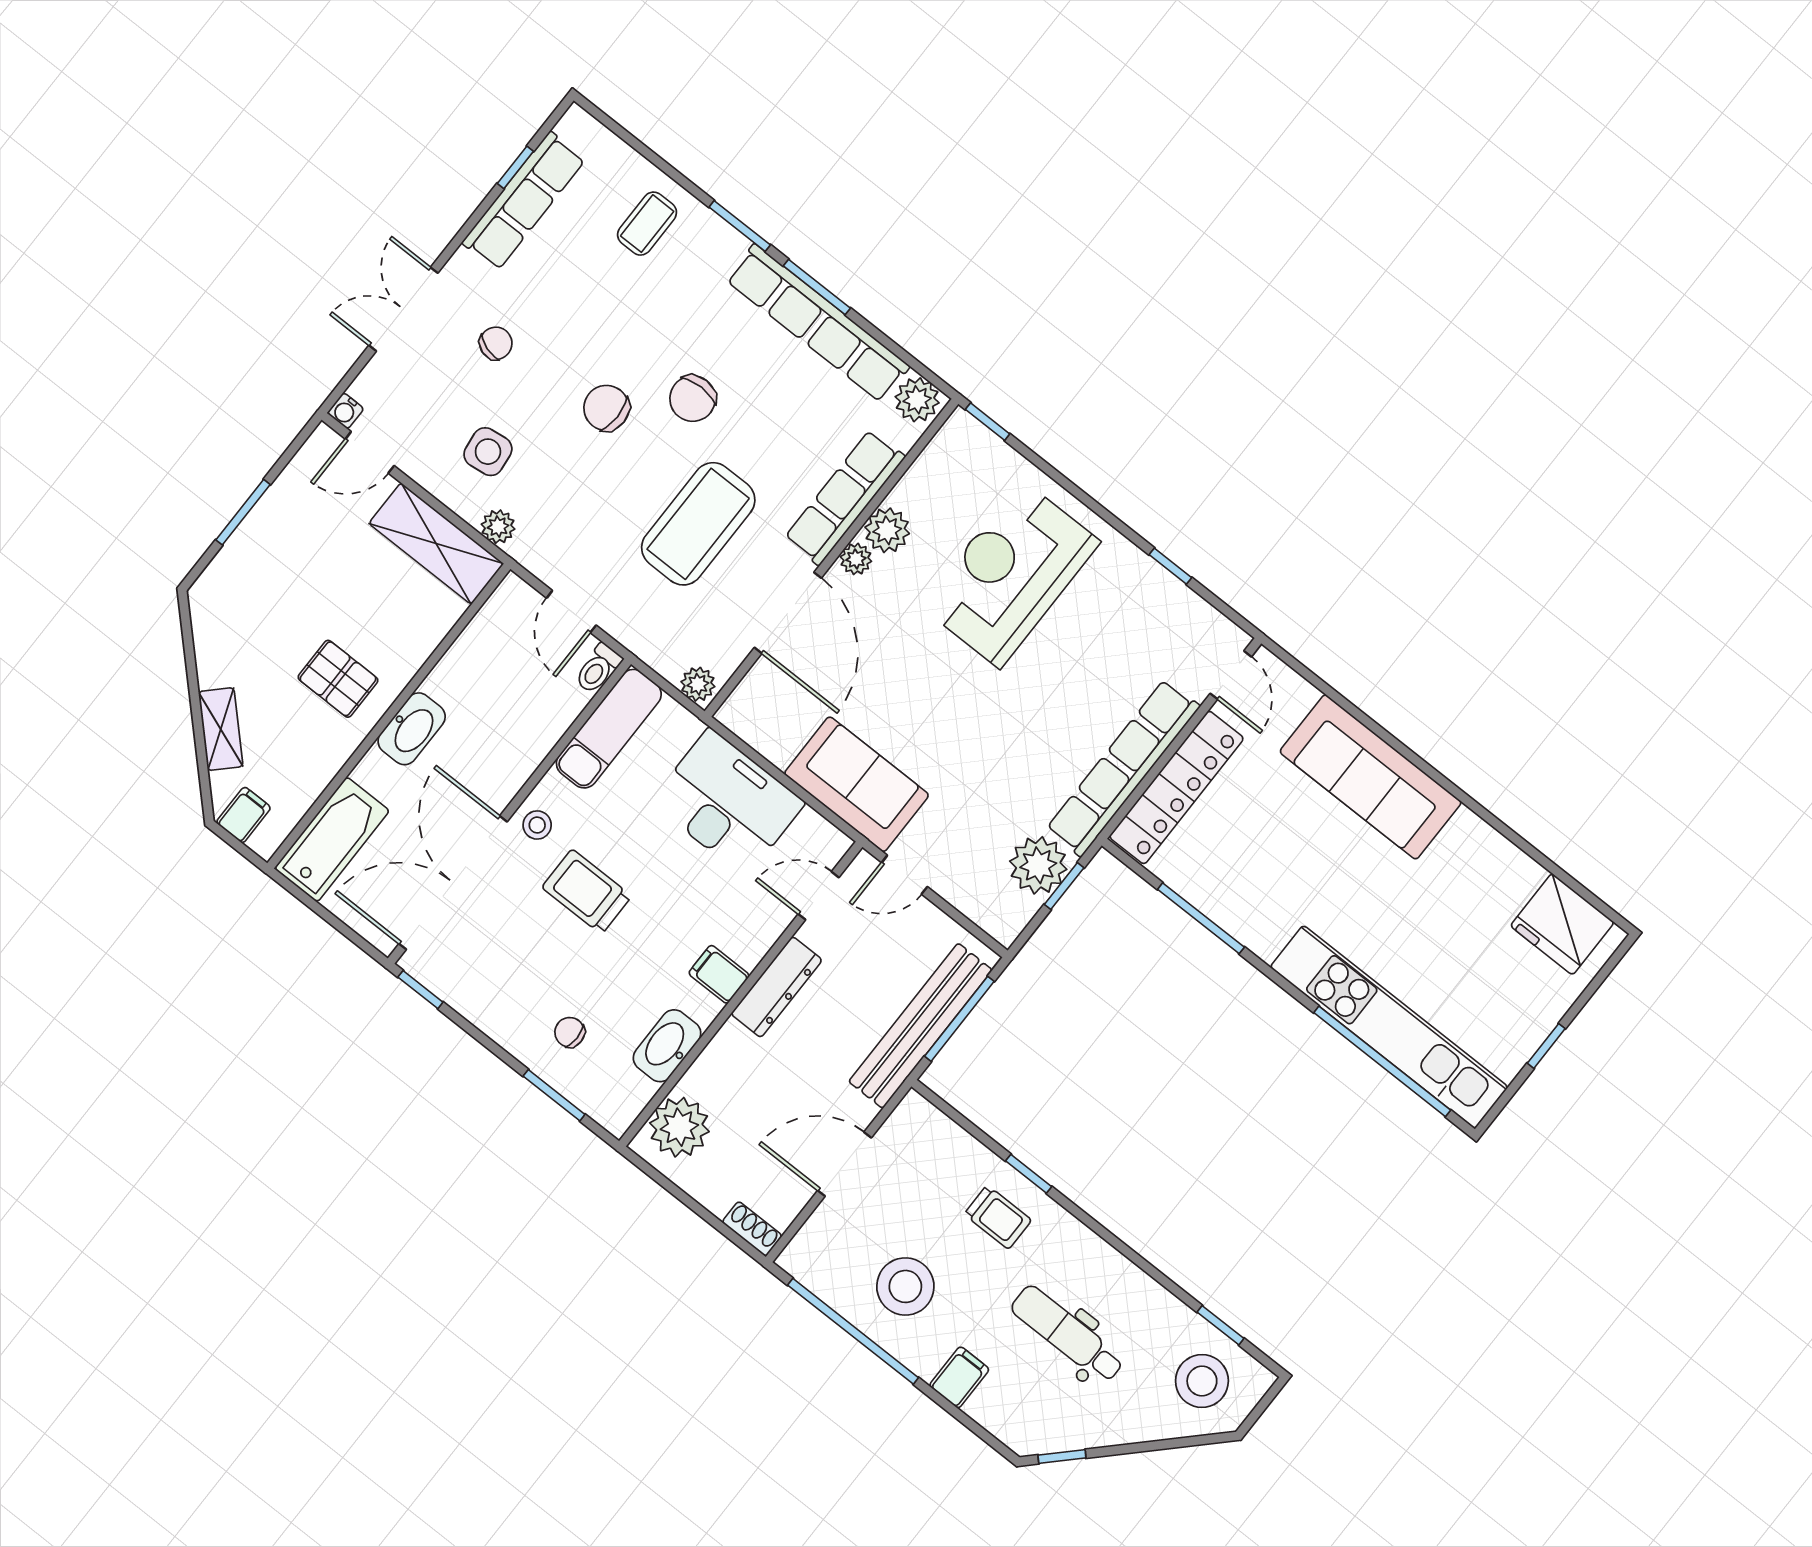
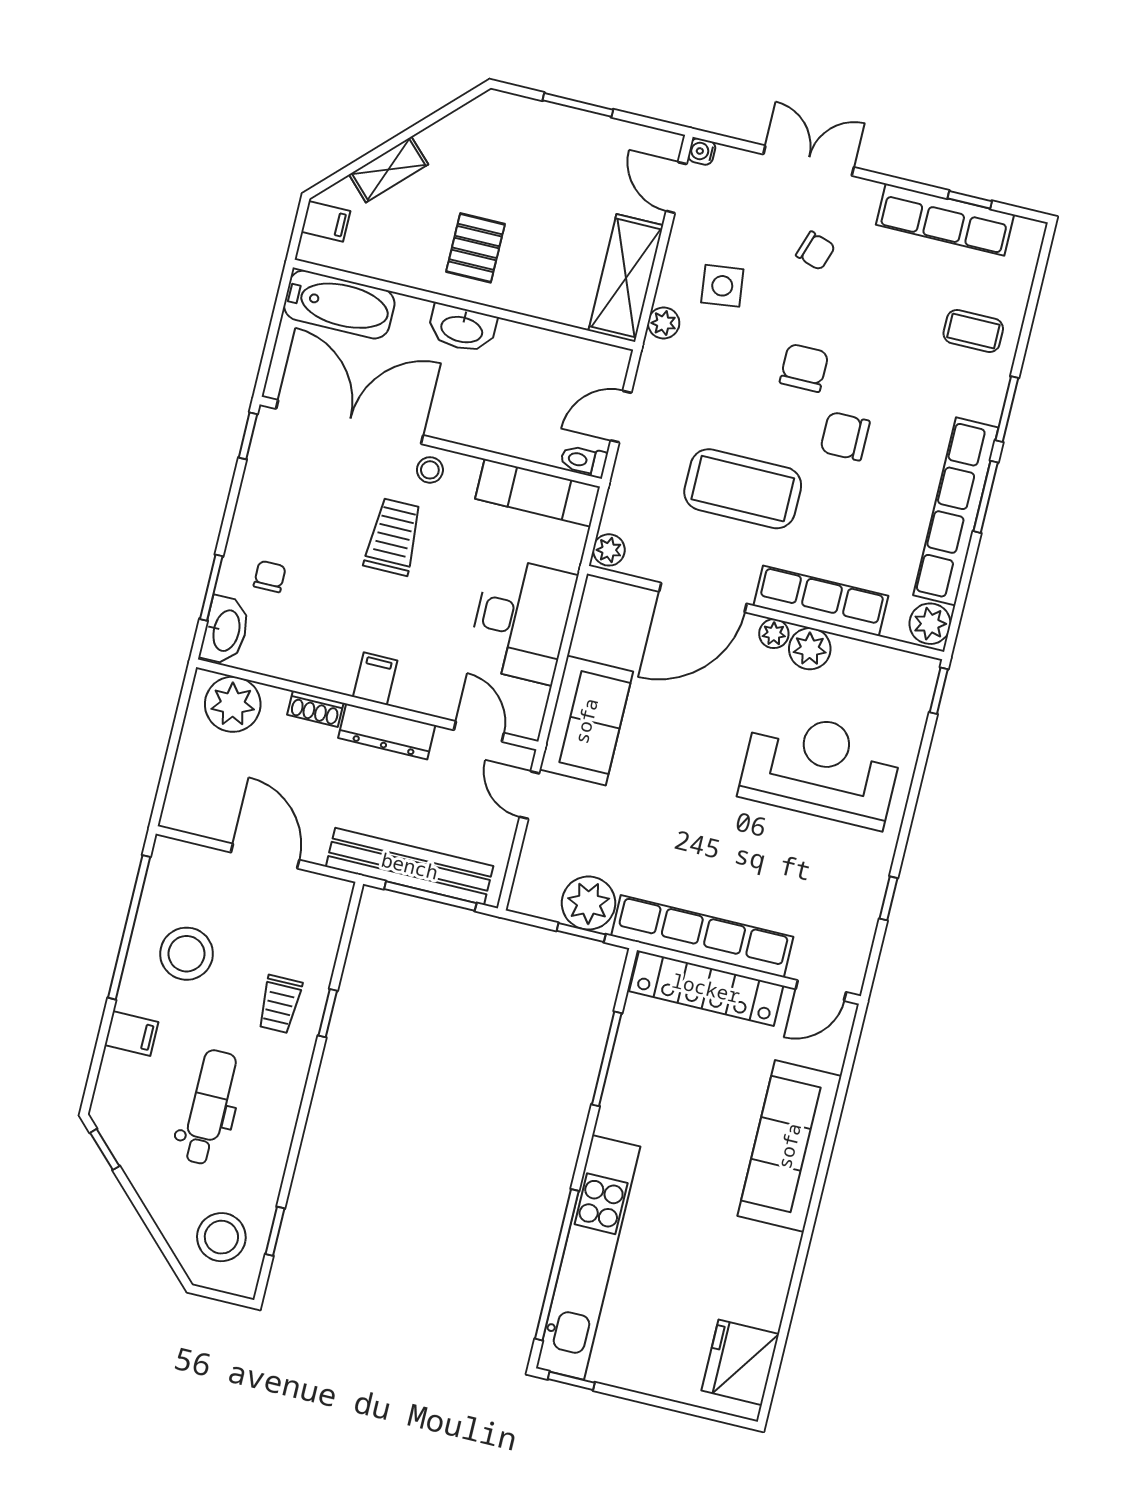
washbasin: (667, 1046) -> (225, 630), moved, turned 90
window: (1546, 1046) -> (571, 1381), moved
shoe rack: (752, 1229) -> (315, 709), moved, turned 90

